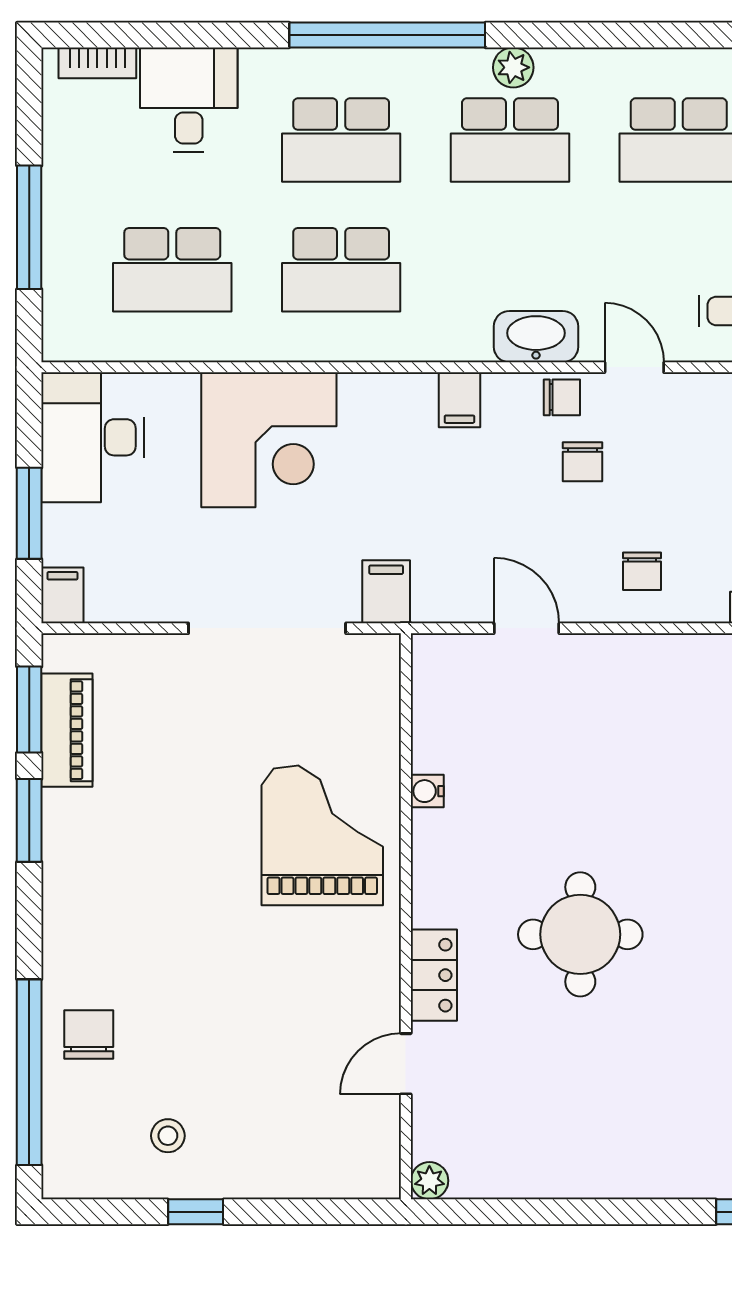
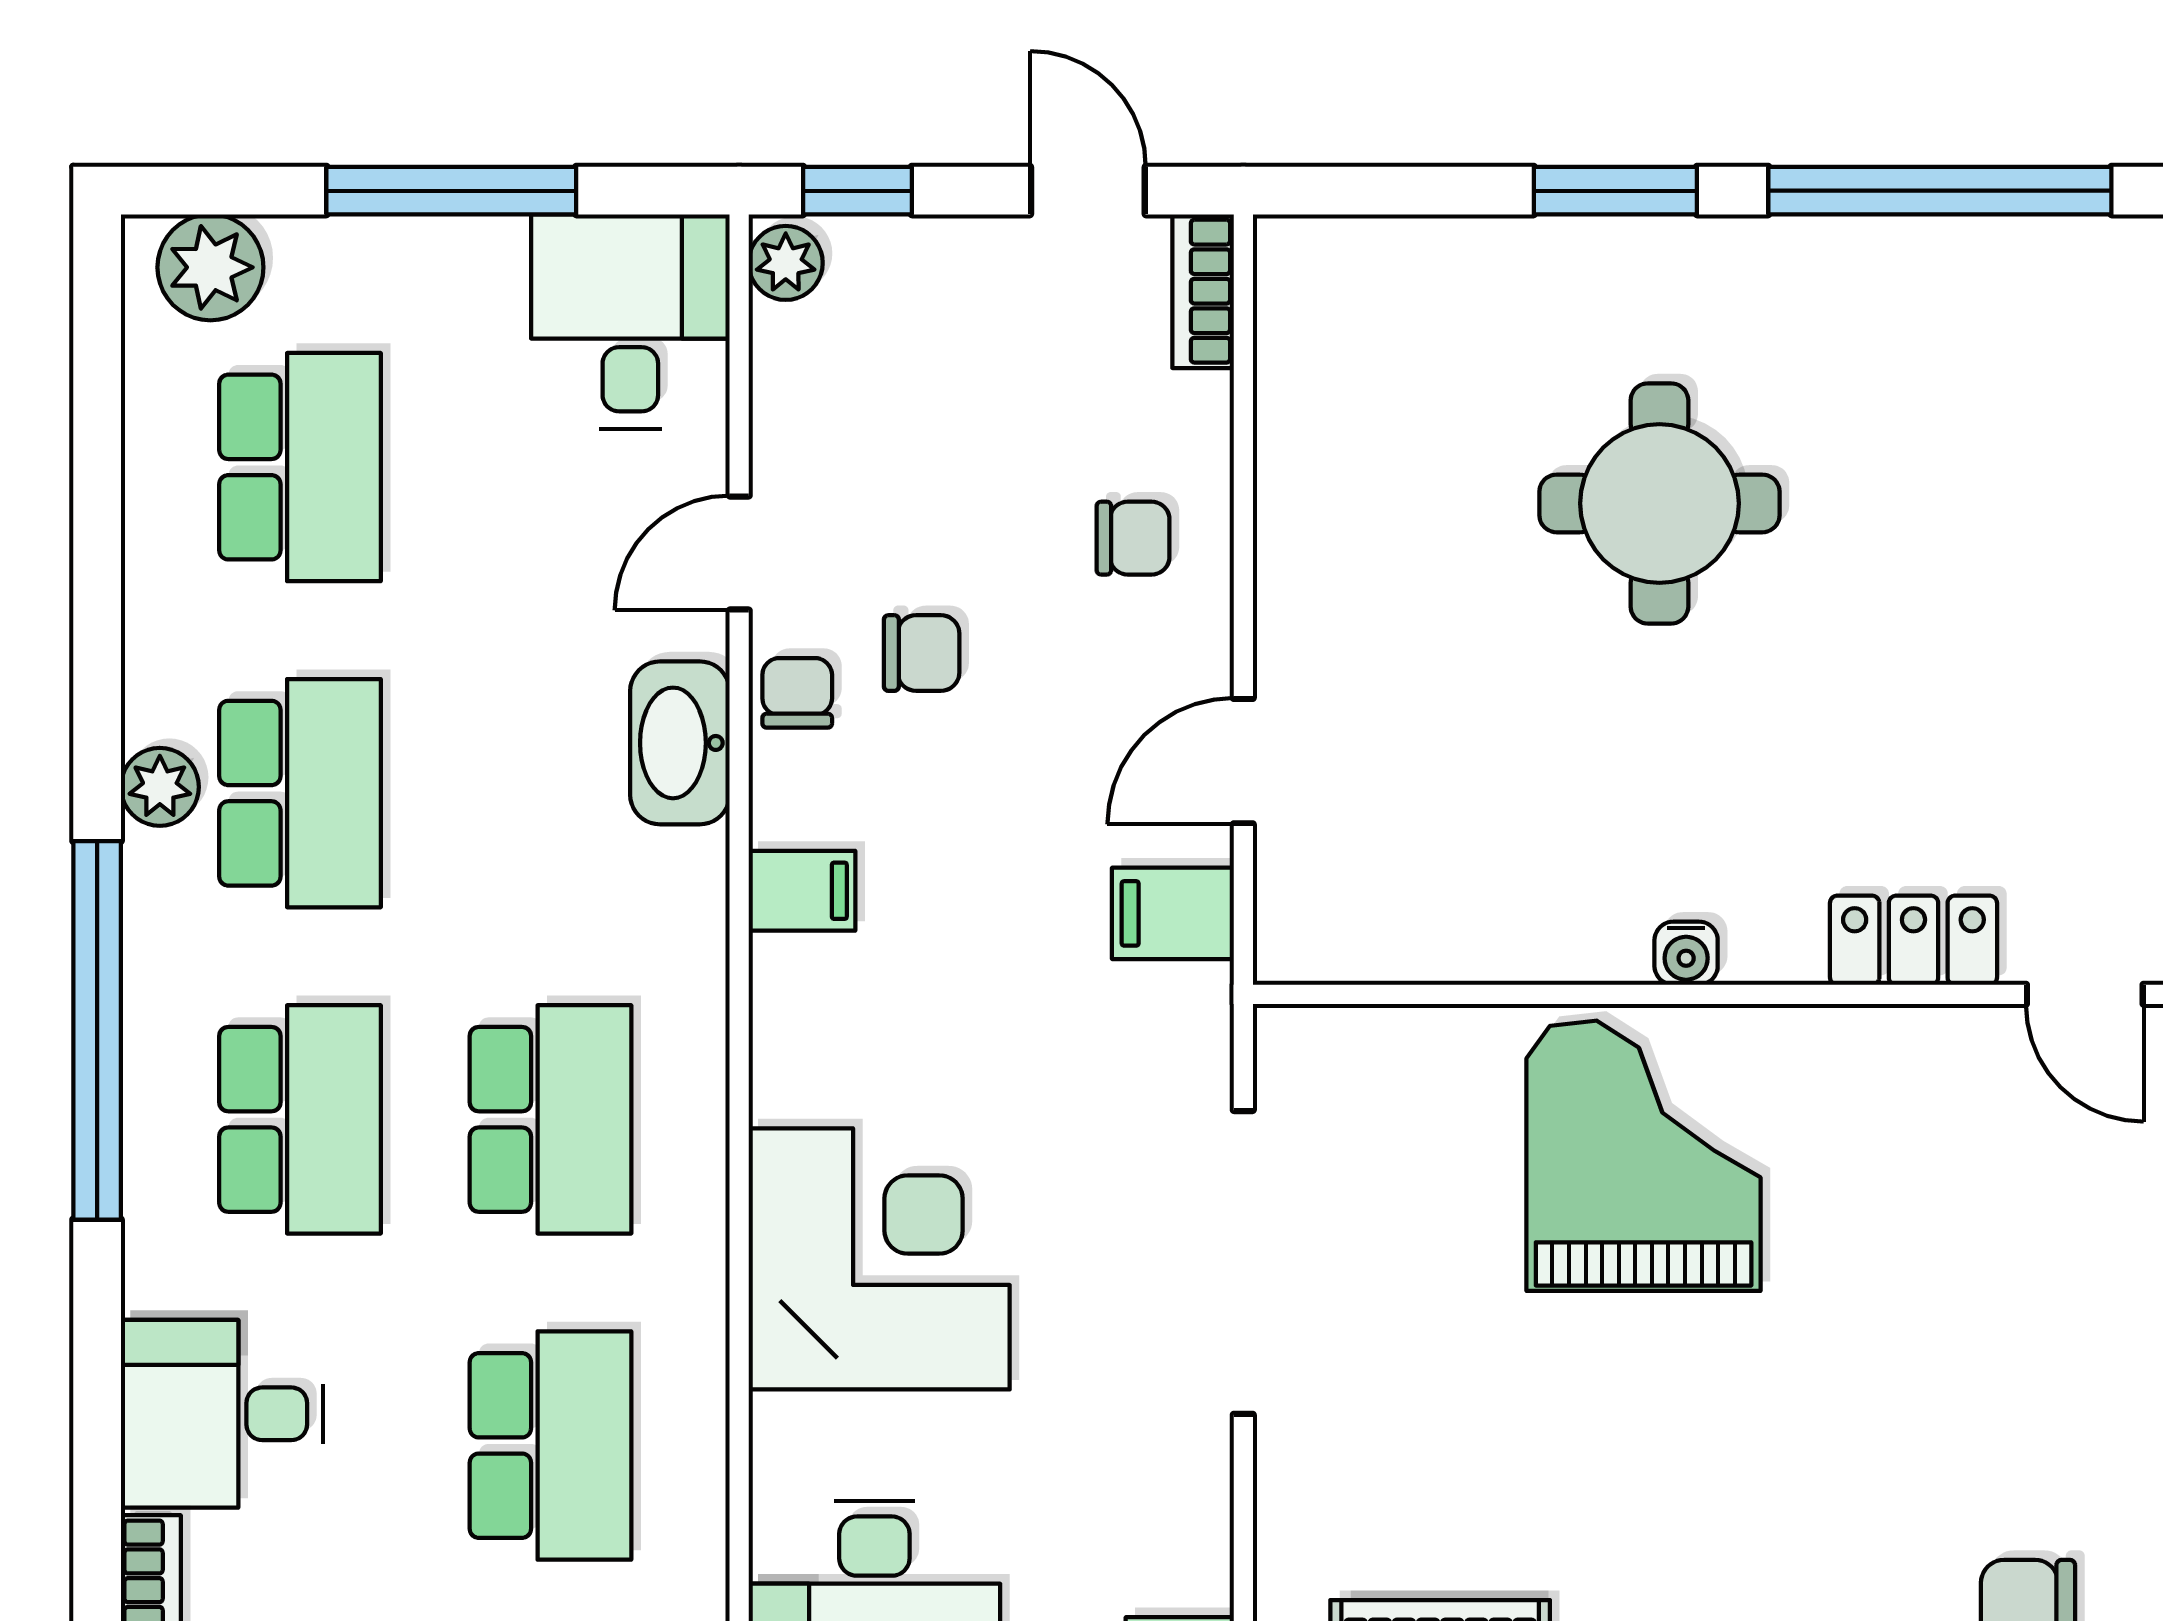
filing cabinet: (386, 592) -> (1173, 913), moved
water cooler: (427, 791) -> (1686, 953), moved
grand piano: (322, 835) -> (1644, 1156), turned 90
round table: (580, 934) -> (1659, 503), moved

